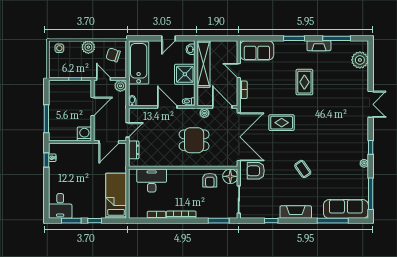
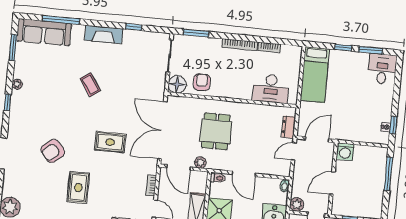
dining table: (194, 140) -> (216, 131), turned 90
armchair: (256, 171) -> (53, 151), moved, turned 141
window: (371, 194) -> (13, 48), width x0.69

